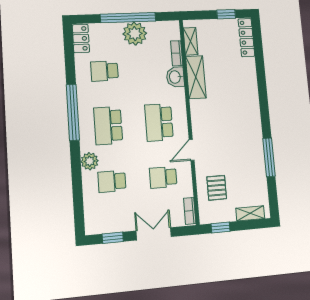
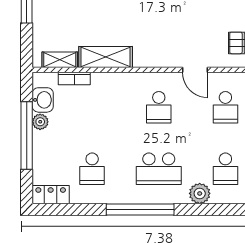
plant: (135, 34) -> (40, 122), width x0.53, depth x0.53
washbasin: (175, 77) -> (43, 100), moved, turned -90
school desk: (159, 122) -> (159, 107), width x0.54

